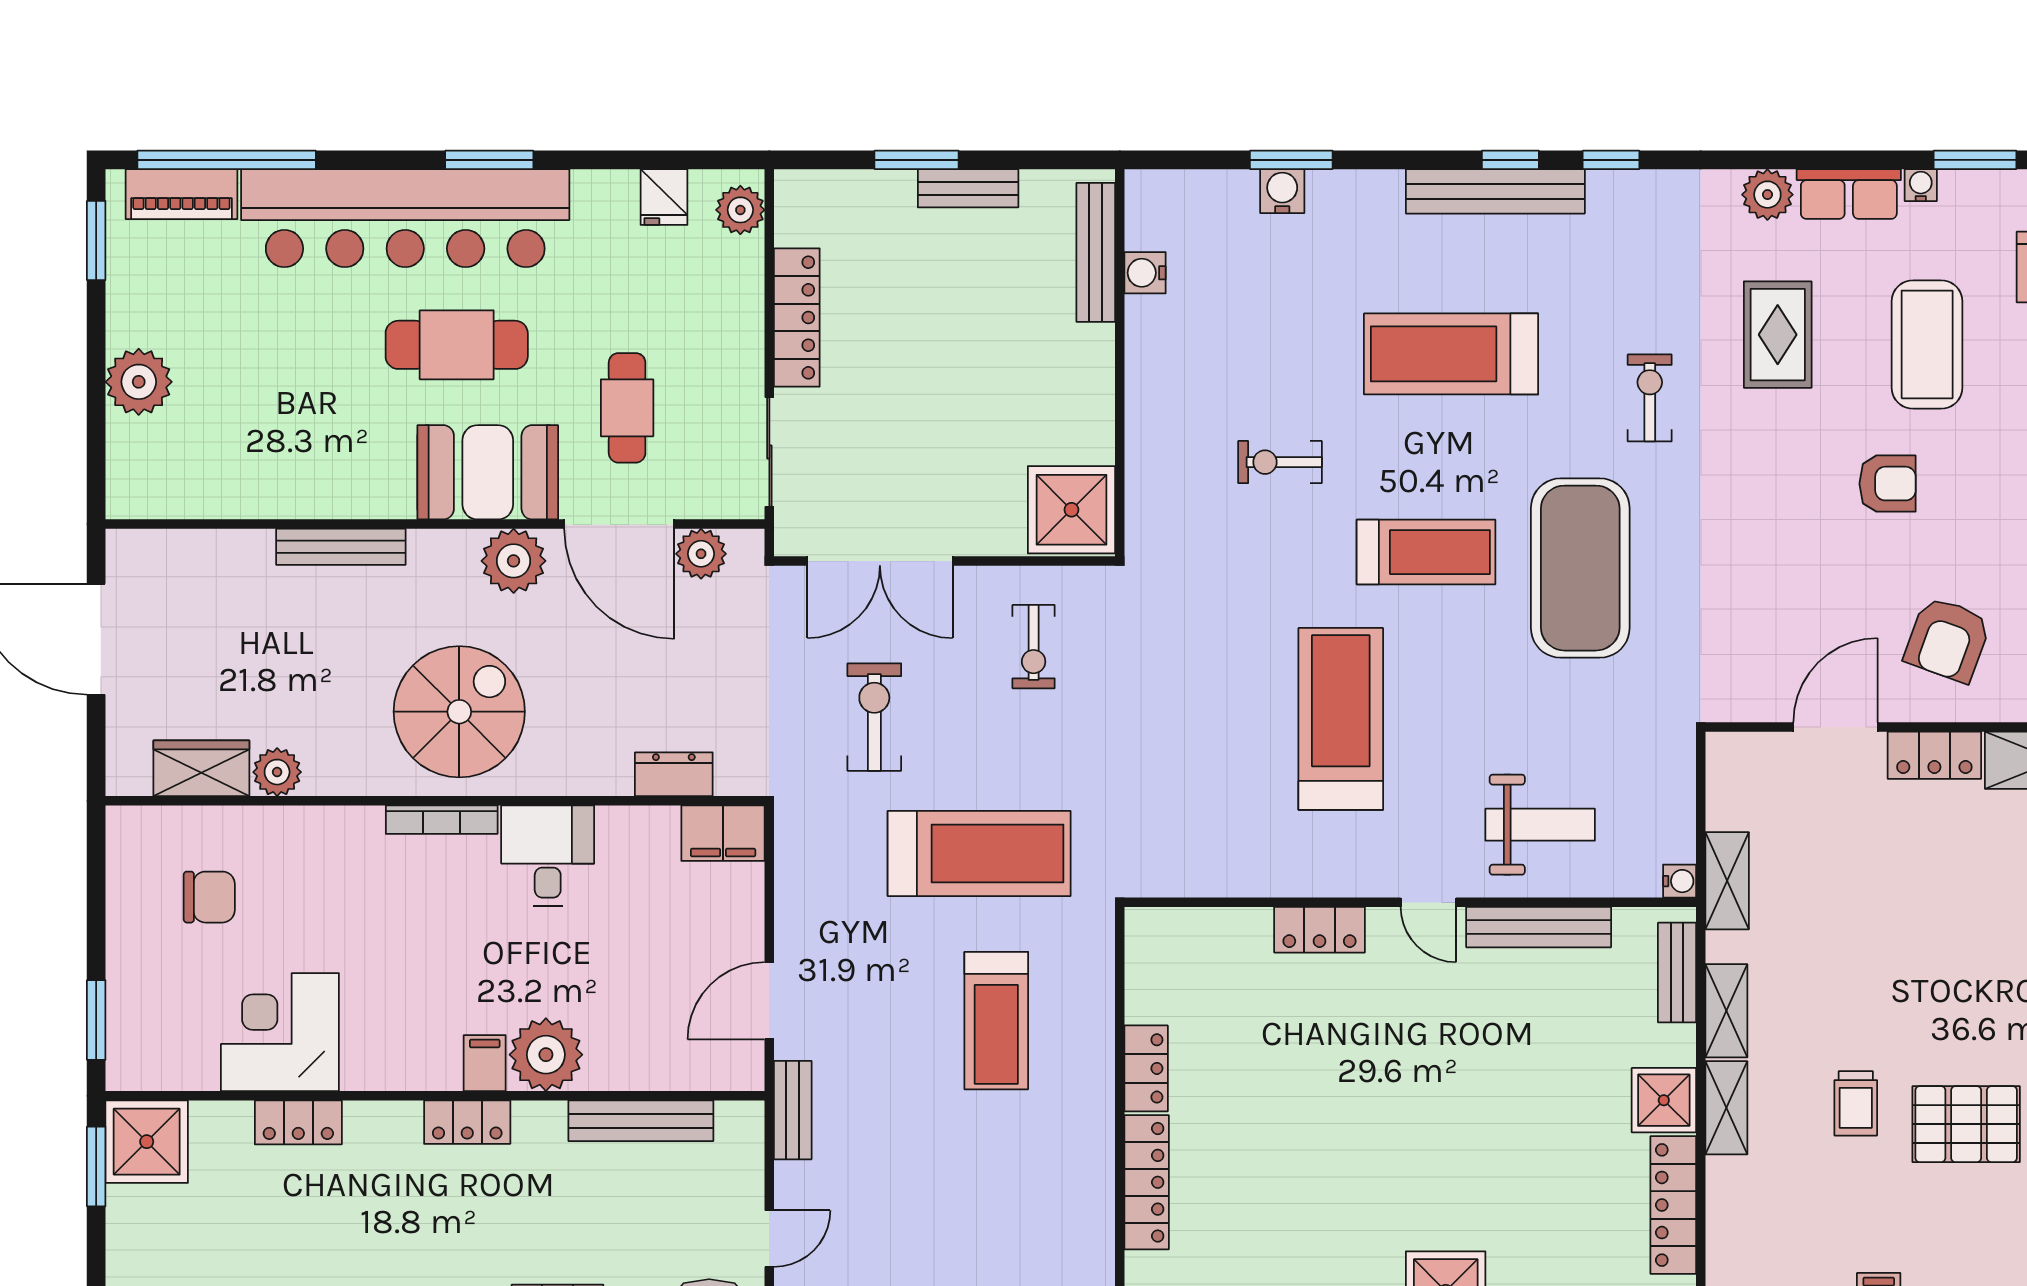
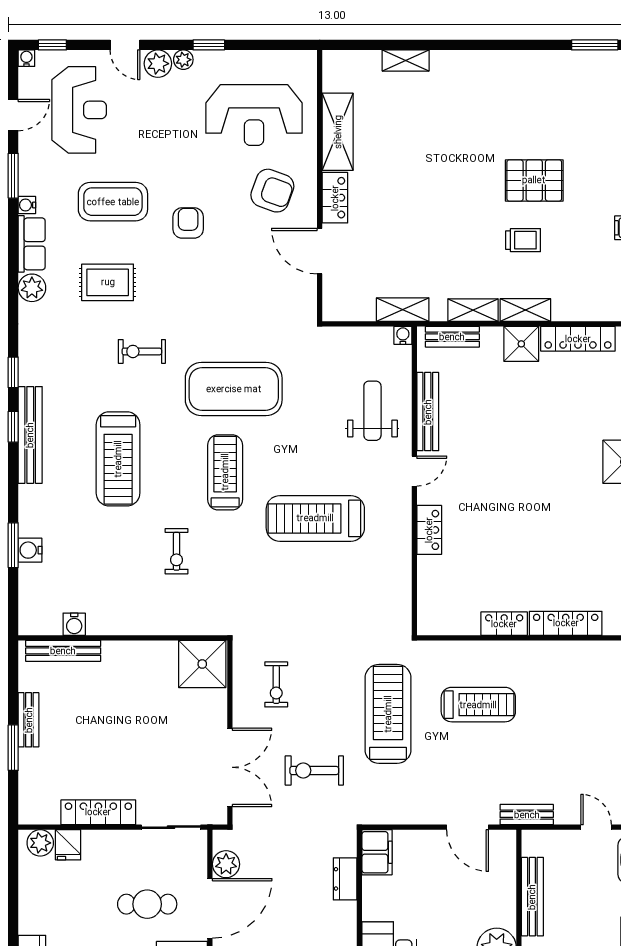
fridge: (664, 197) -> (68, 845), moved, turned 90
exercise bike: (1034, 647) -> (276, 684), turned 90
pallet: (1966, 1124) -> (534, 180), turned 90

